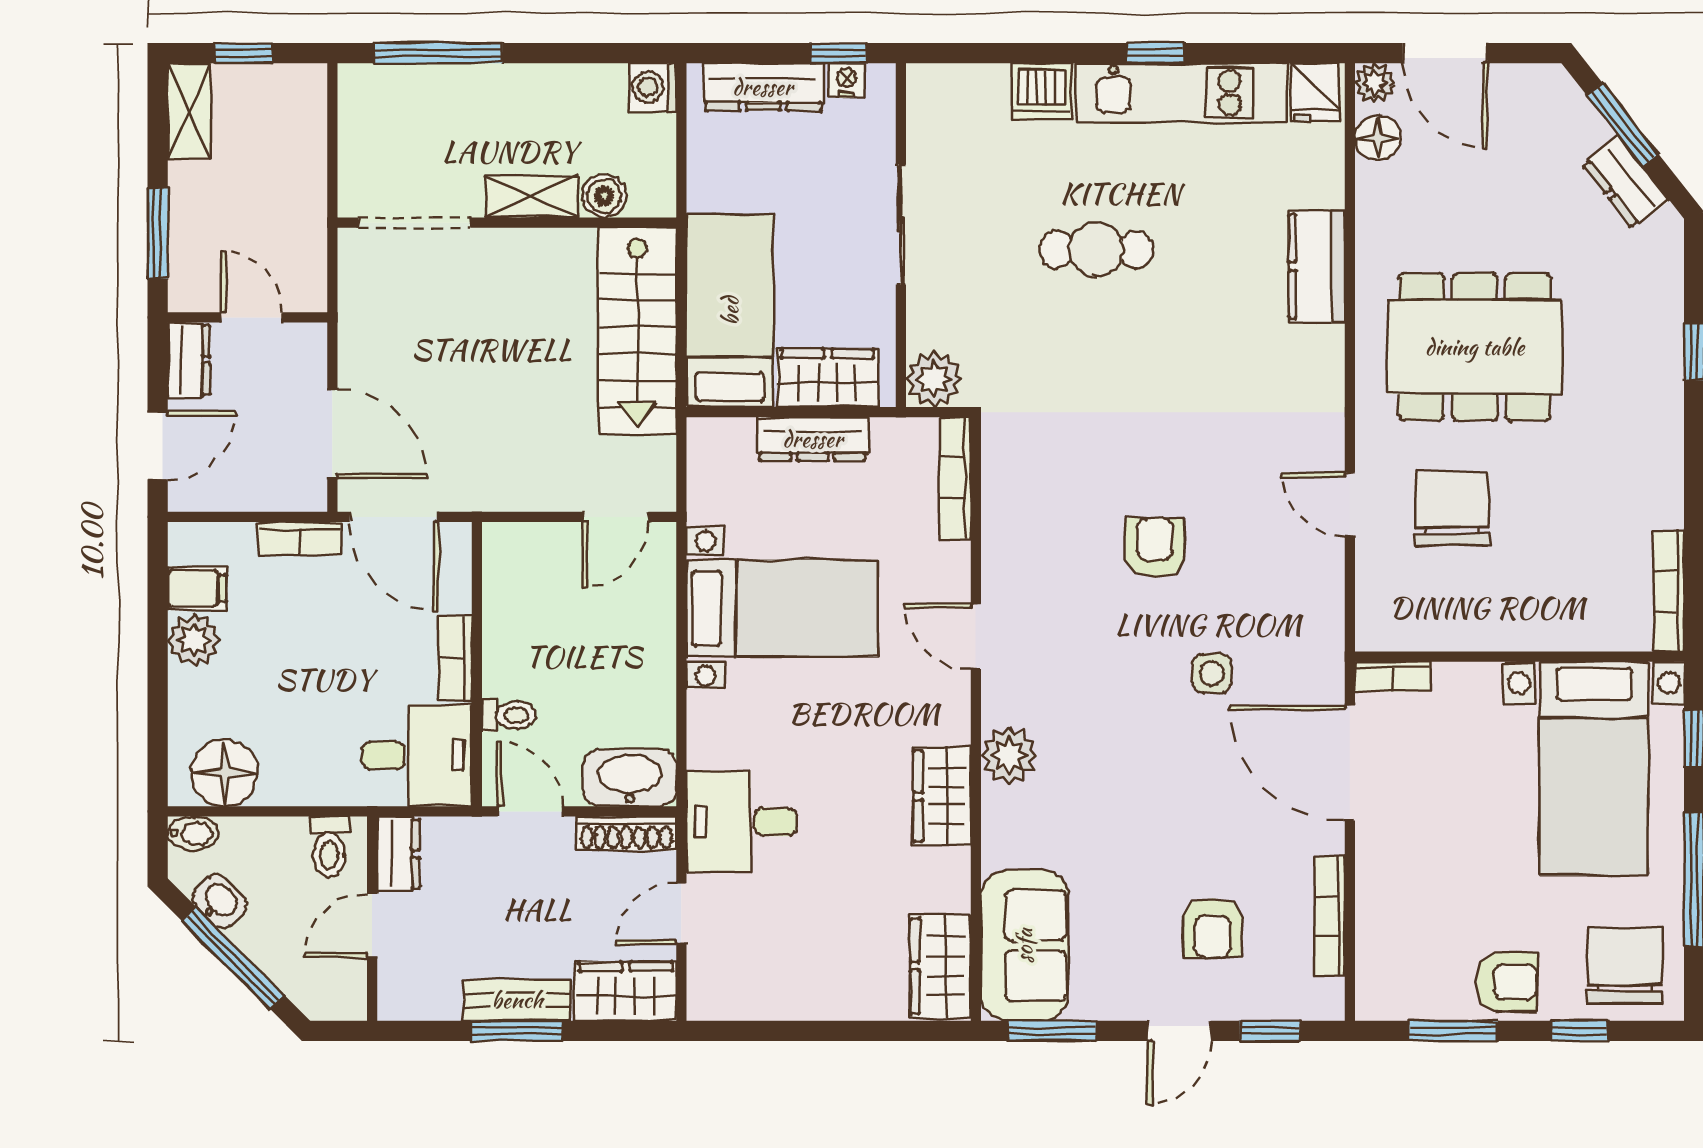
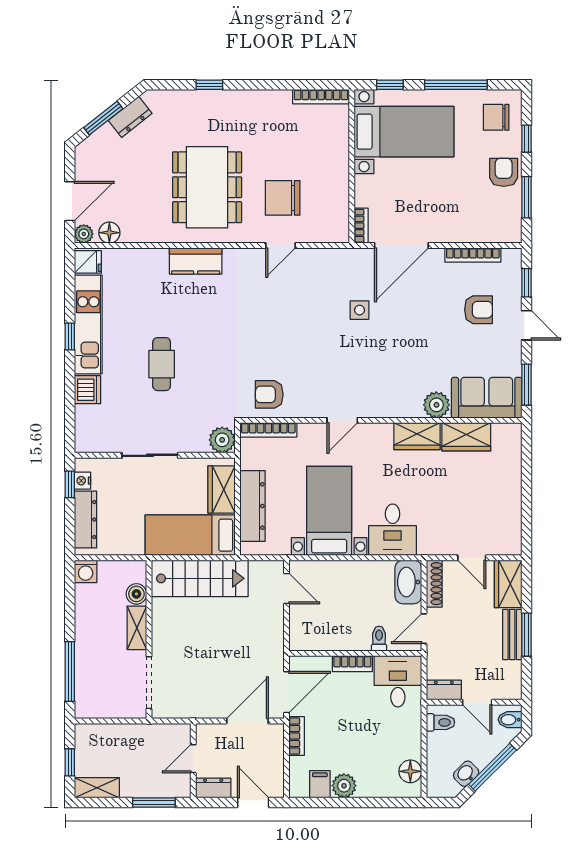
kitchen counter: (1317, 266) -> (196, 261), moved
dresser: (813, 439) -> (253, 506), width x1.37, depth x1.24
armchair: (1155, 547) -> (269, 394), moved
plant: (1009, 756) -> (436, 405), moved
floor lamp: (224, 773) -> (410, 771), width x0.73, depth x0.73
desk: (742, 822) -> (393, 530), moved
bidet: (193, 833) -> (510, 720), moved, turned -90
wardrobe: (941, 966) -> (466, 437), moved
chair: (1625, 966) -> (496, 117), width x0.73, depth x0.73

